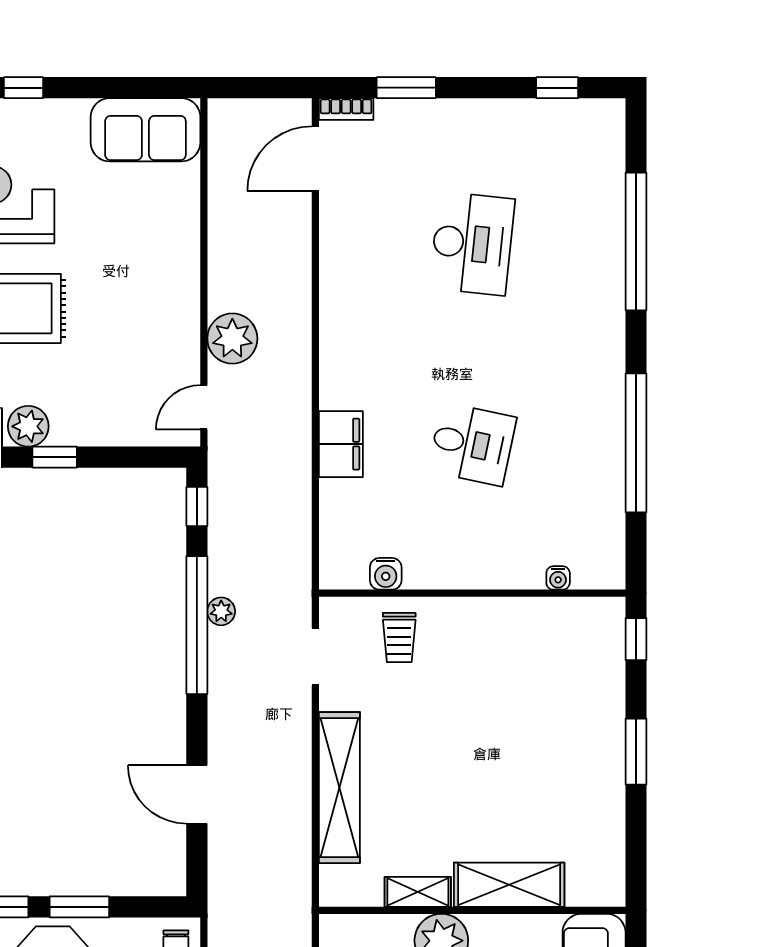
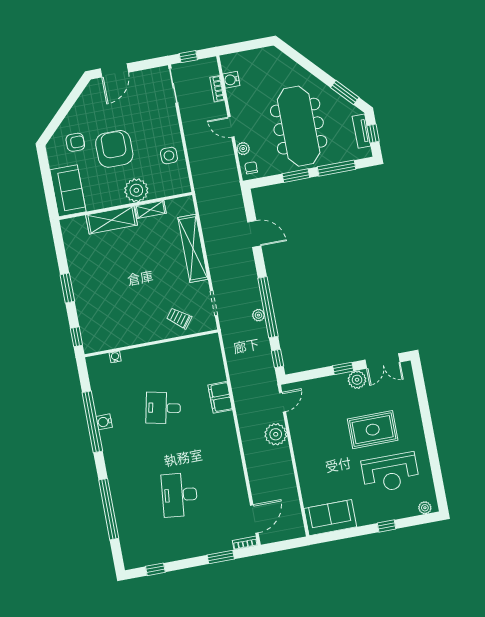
water cooler: (386, 574) -> (104, 422), moved, turned -90
trolley: (399, 638) -> (179, 318), turned -53

